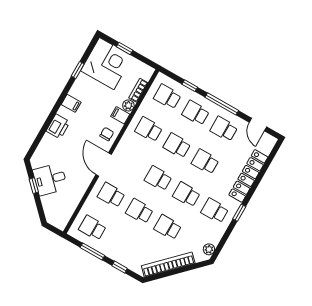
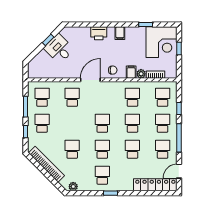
locker: (248, 176) -> (155, 185), moved
school desk: (139, 211) -> (42, 123), moved

